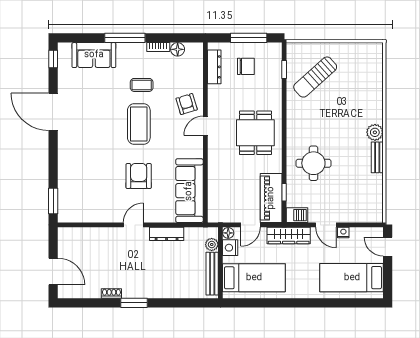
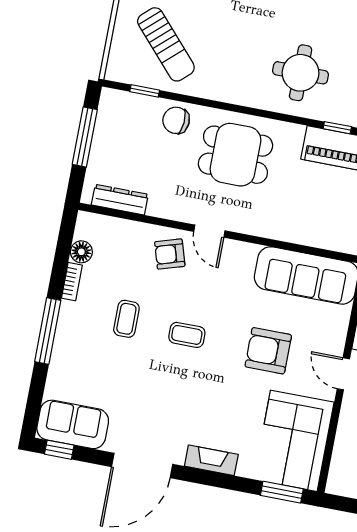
sofa: (94, 55) -> (73, 424), moved, turned -90
chair: (246, 66) -> (176, 120), moved, turned -86
coffee table: (139, 124) -> (187, 335), width x0.54, depth x0.58
fireplace: (65, 154) -> (211, 460), added
corner sofa: (86, 202) -> (294, 441), added

